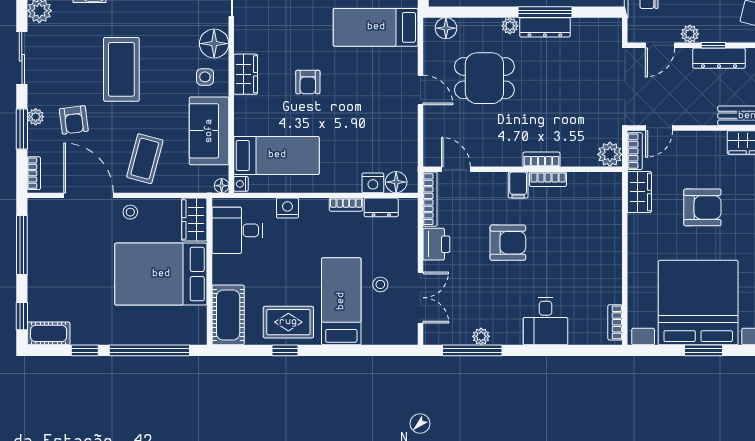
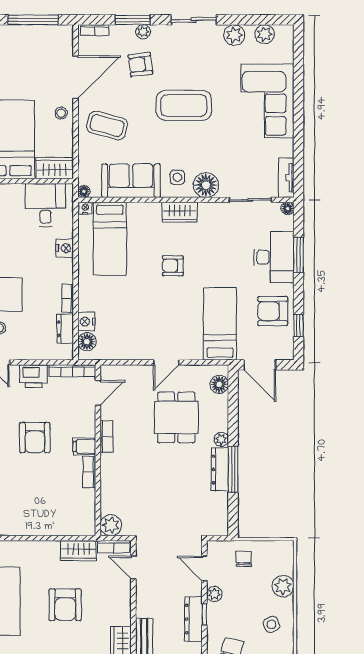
bookcase: (541, 159) -> (107, 437), moved

